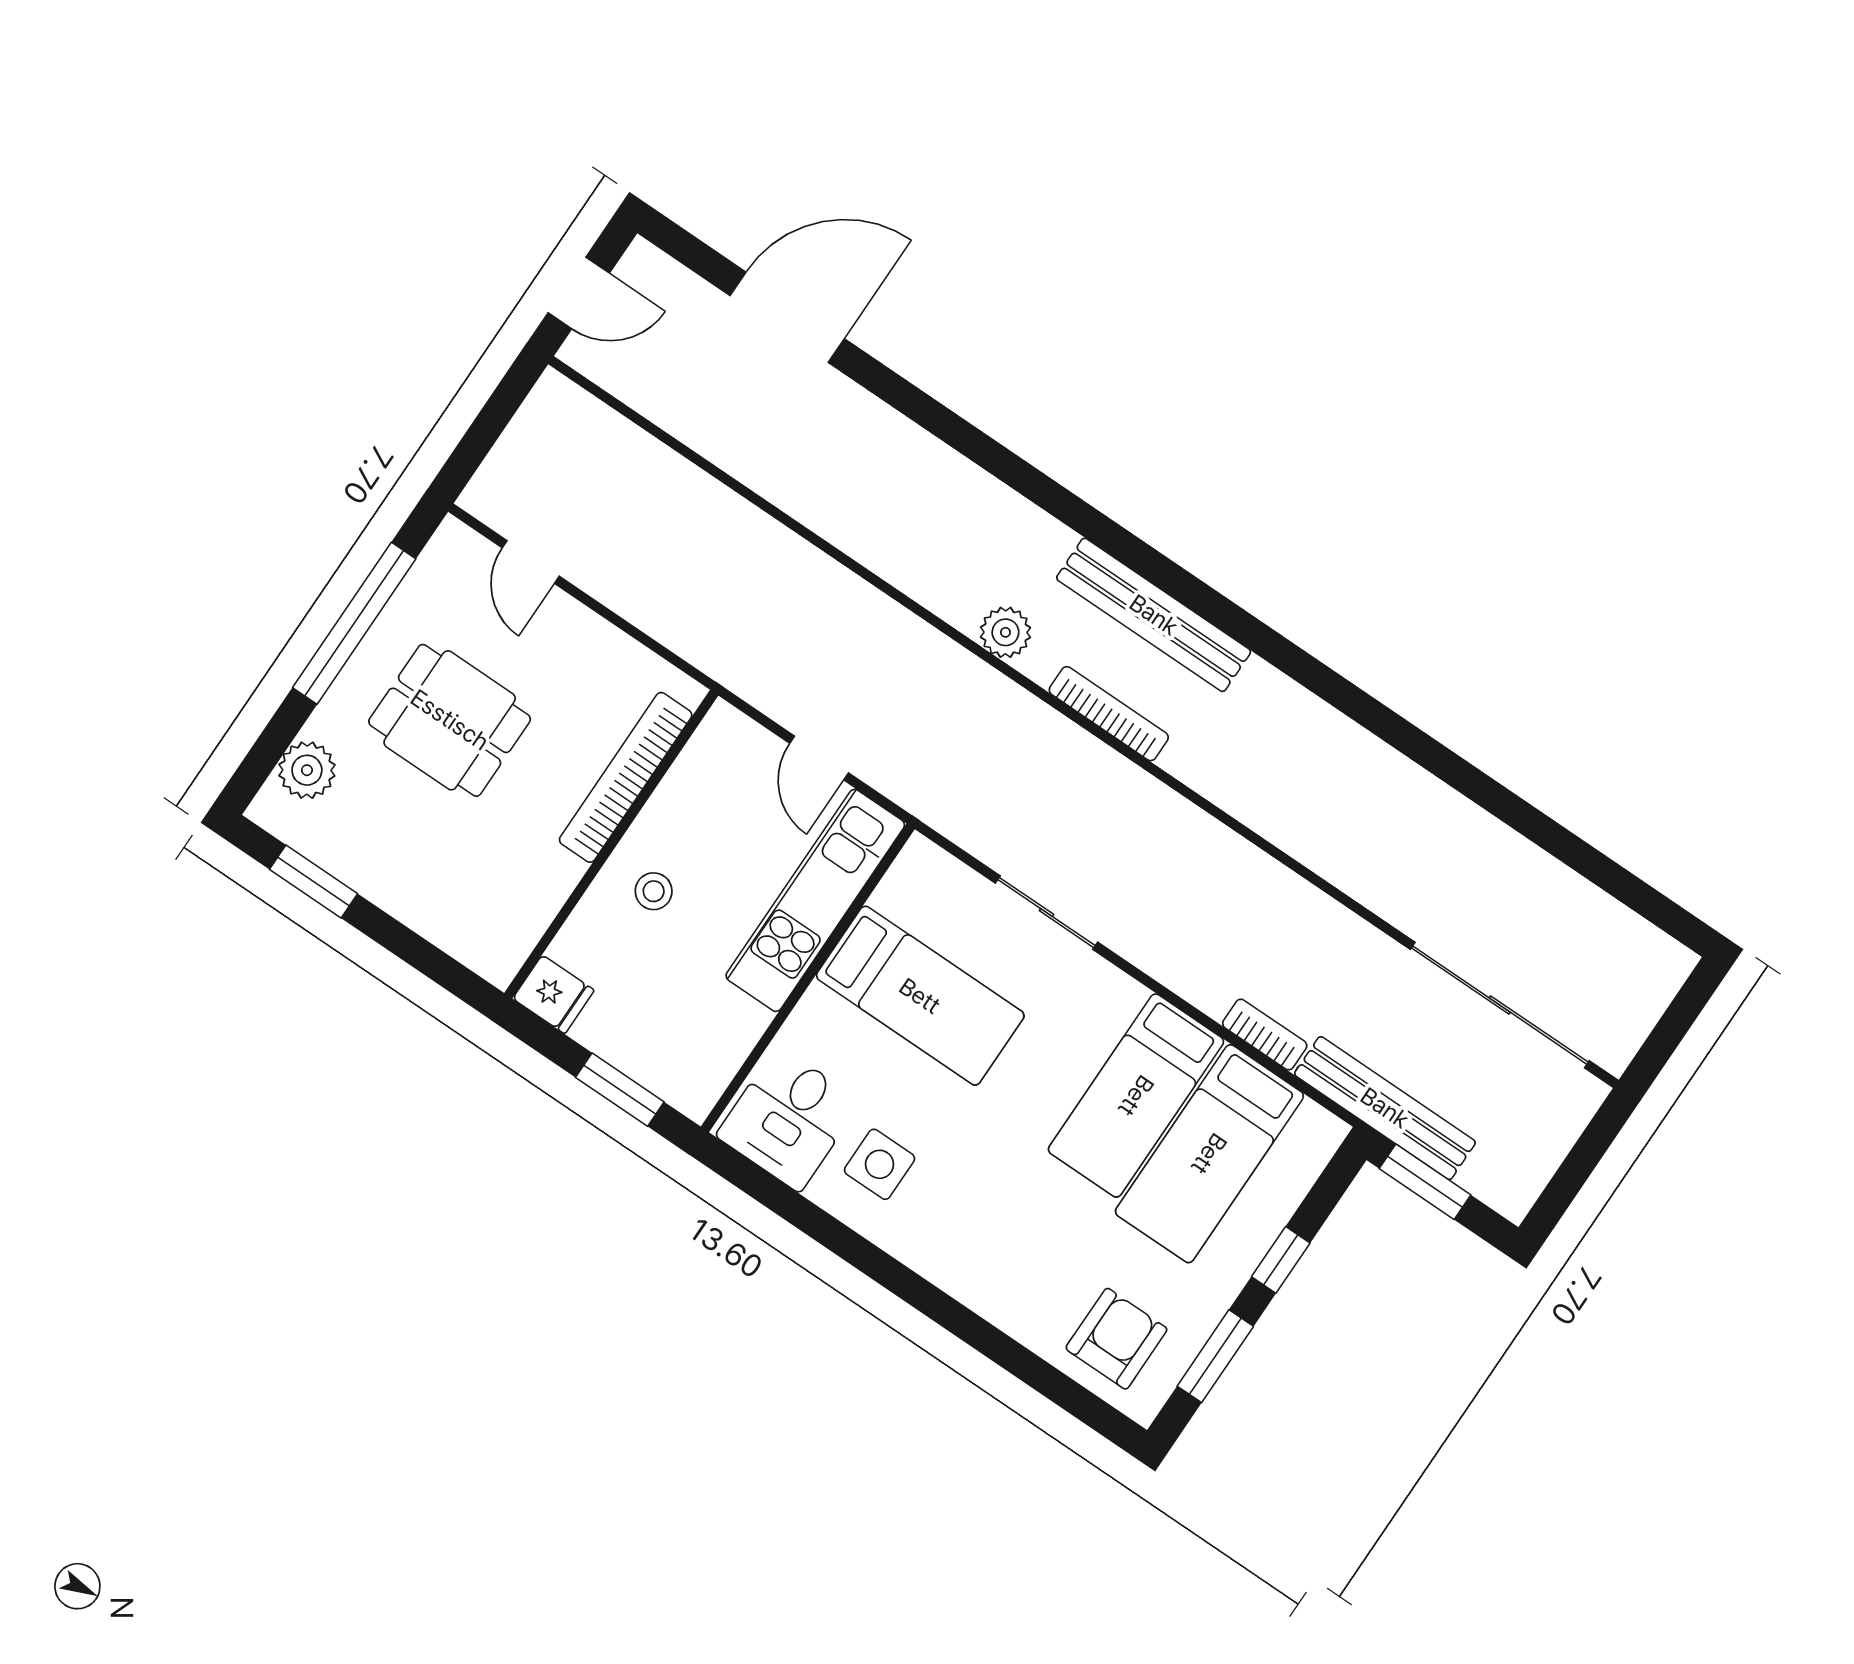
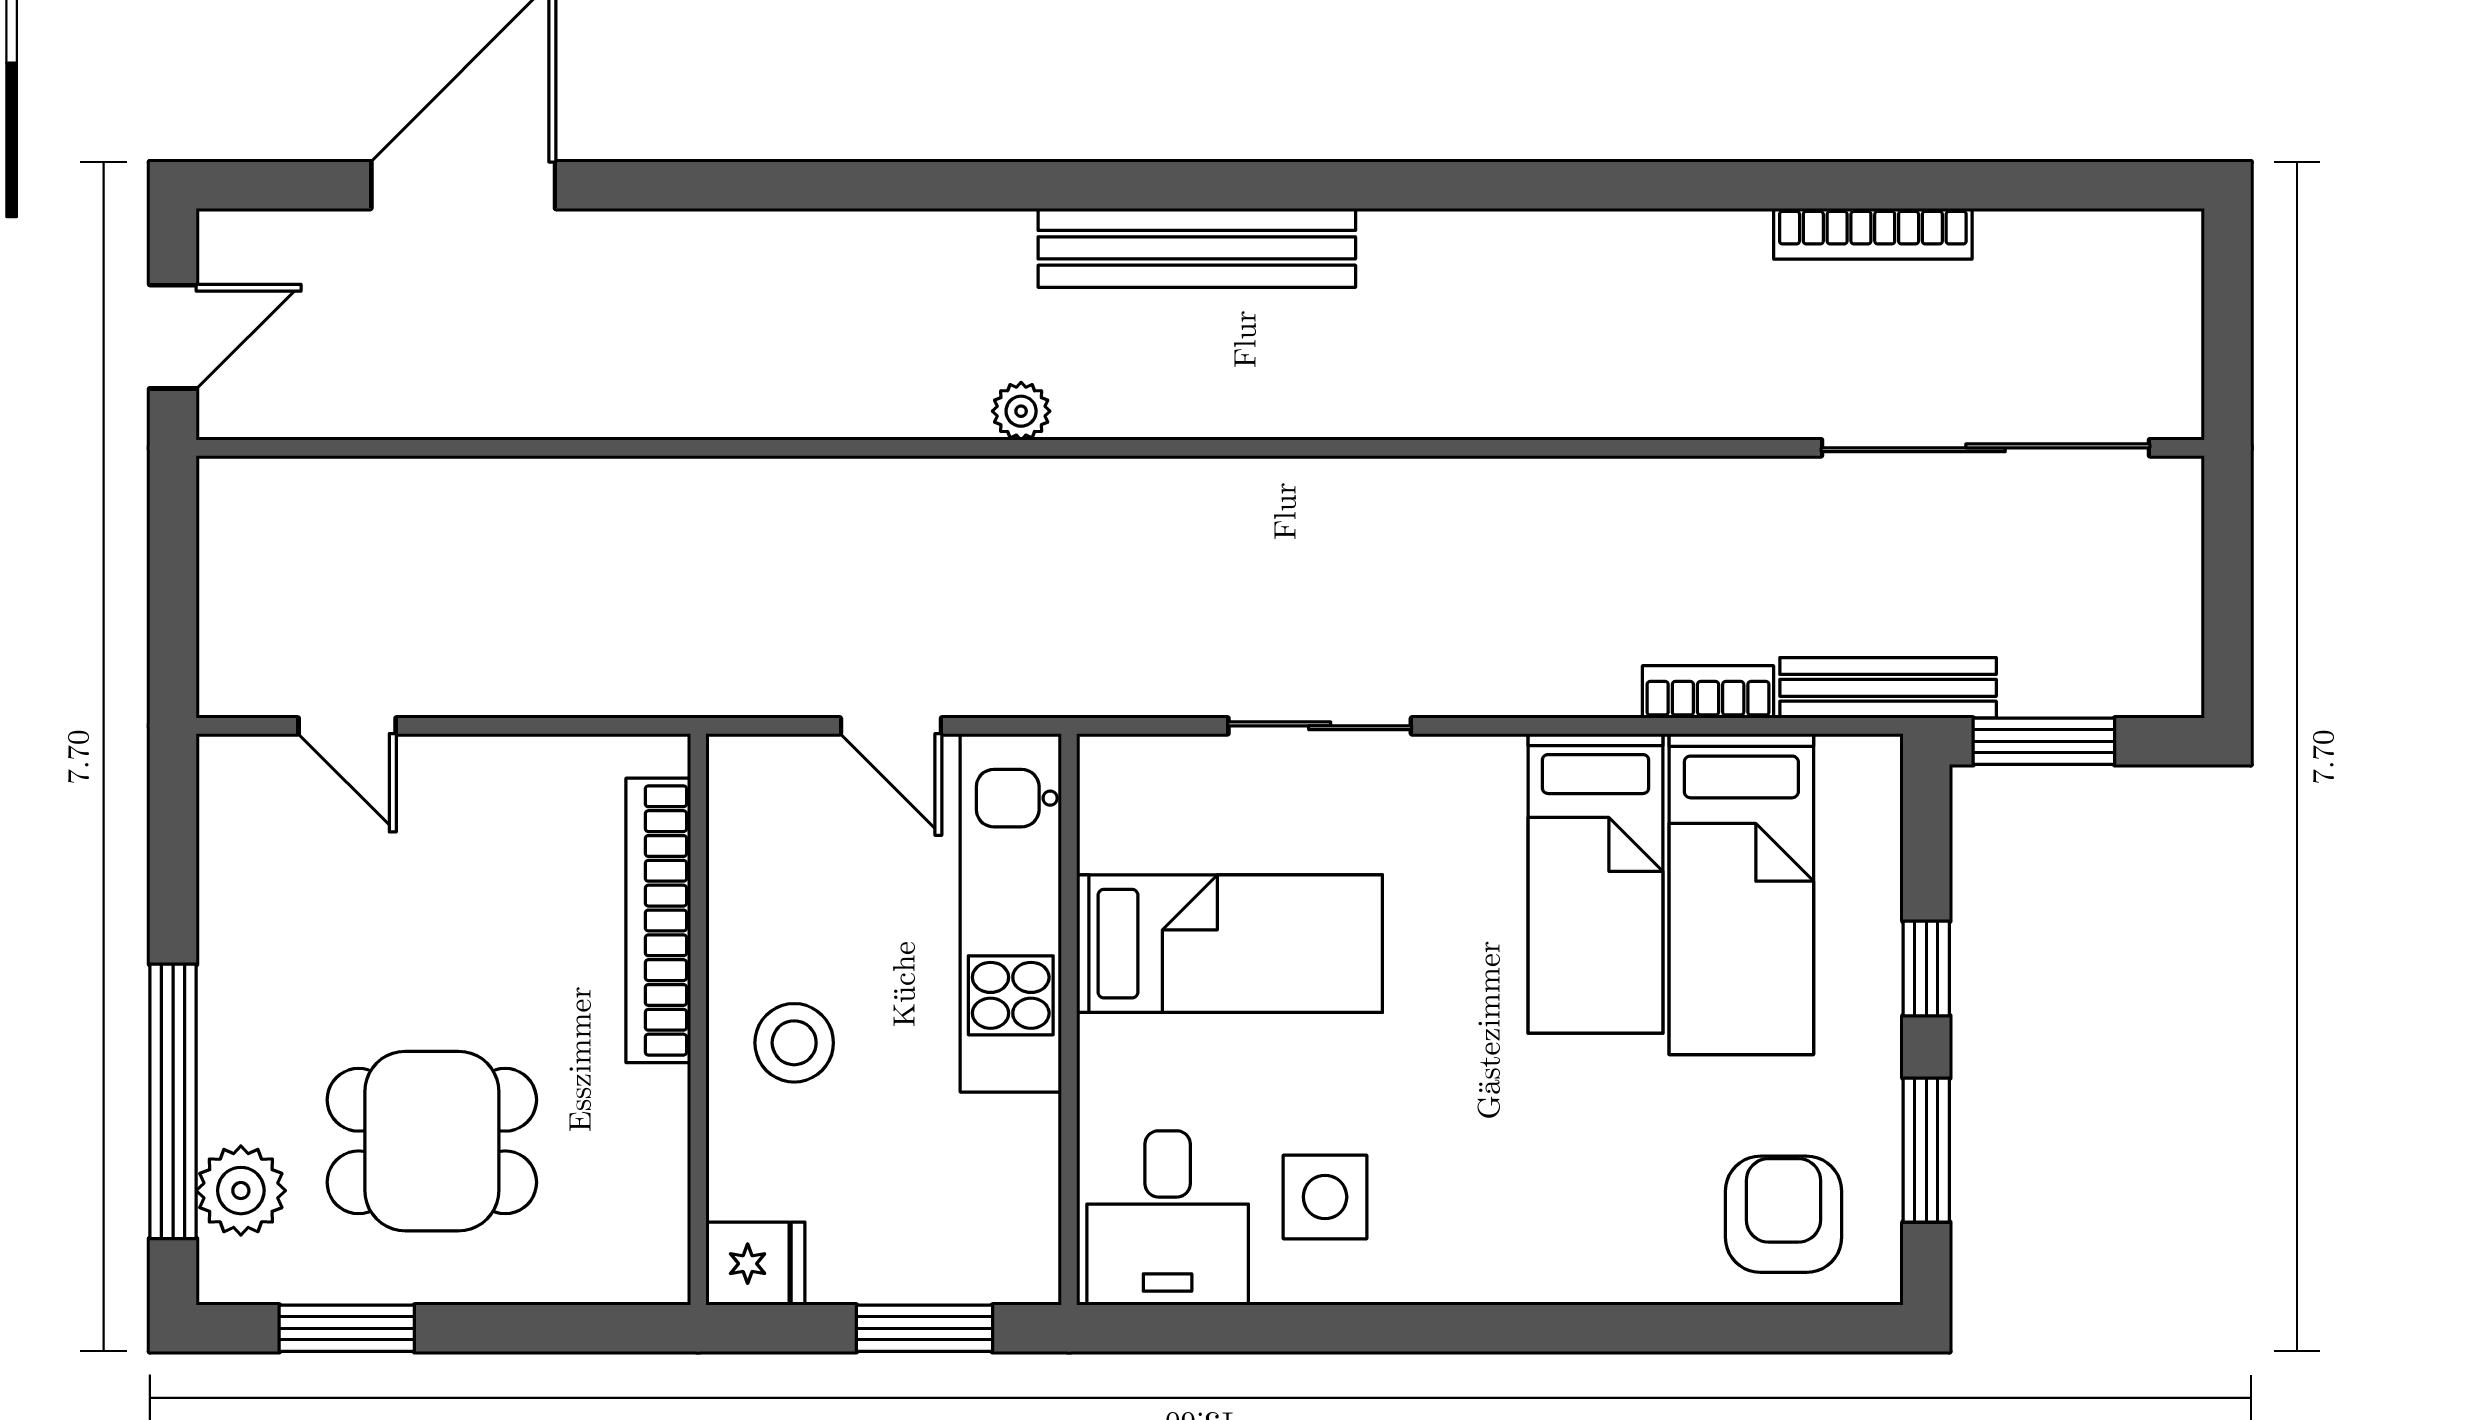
window: (354, 623) -> (173, 1101), moved
plant: (1005, 632) -> (1021, 411), width x0.73, depth x0.73
bookcase: (1109, 714) -> (1873, 234), moved, turned 180
dining table: (450, 720) -> (432, 1141), moved
stool: (654, 891) -> (794, 1043), width x1.37, depth x1.37
bench: (1385, 1108) -> (1888, 688), width x0.73, depth x0.82

